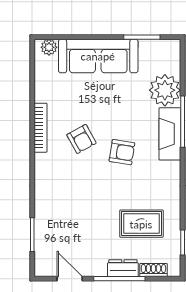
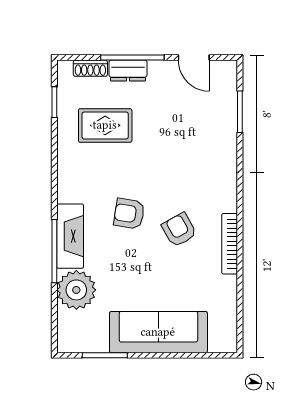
plant: (49, 47) -> (219, 343), removed

